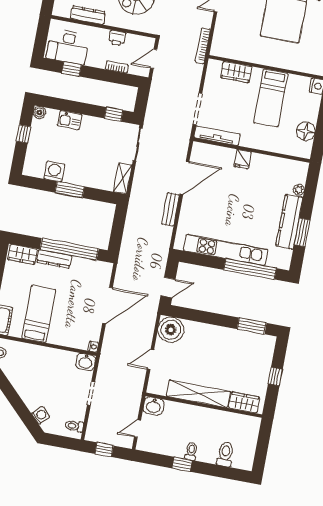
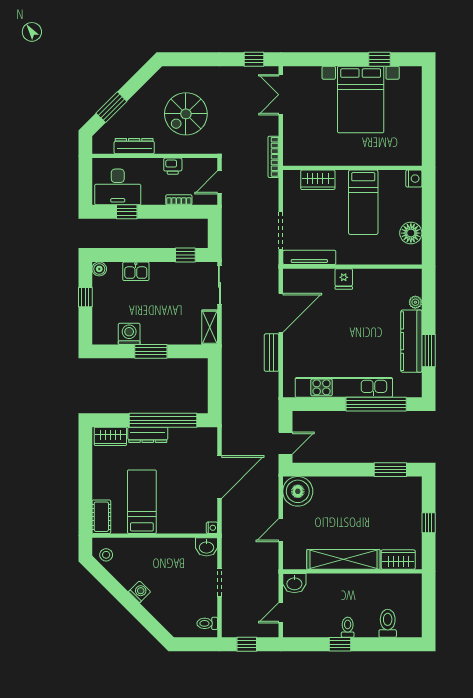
washing machine: (41, 415) -> (140, 592), moved

